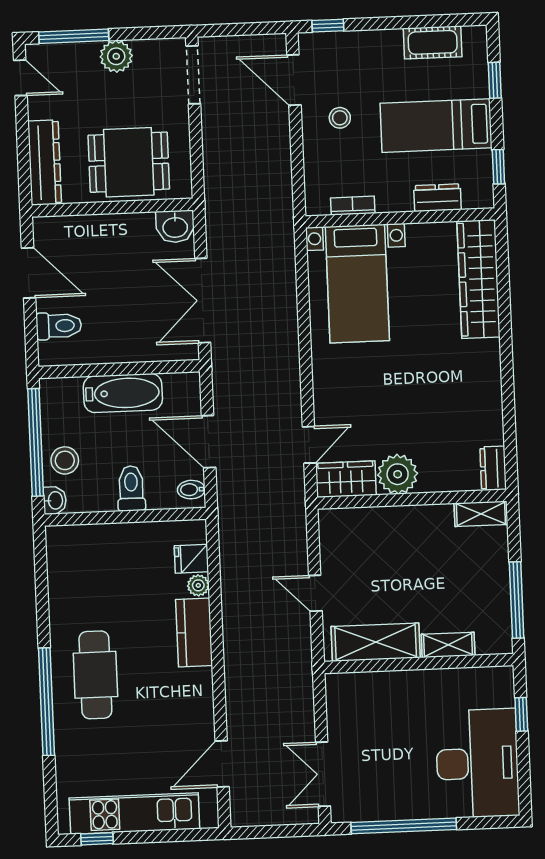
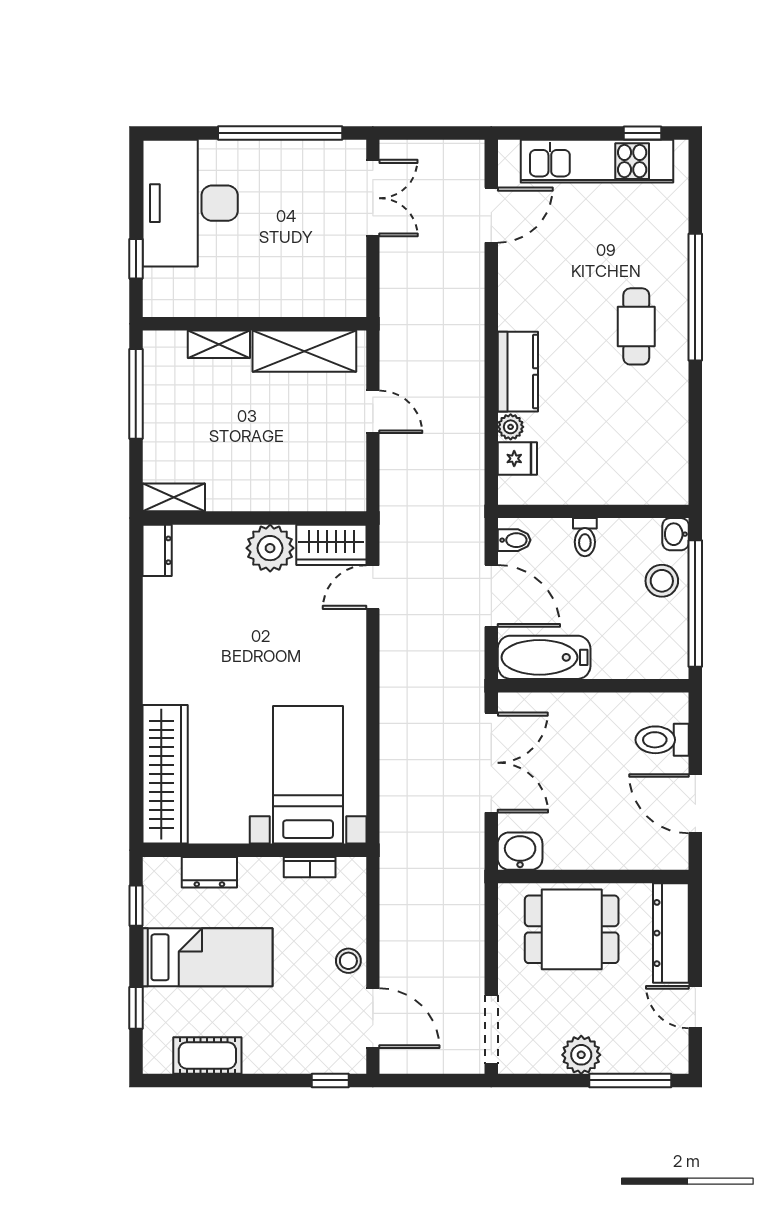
door: (20, 78) -> (695, 1007), moved
stool: (340, 118) -> (348, 961), moved
bathtub: (123, 393) -> (544, 657), moved
toilet: (131, 488) -> (585, 537), width x0.73, depth x0.72
cafe table: (95, 675) -> (636, 326), width x0.73, depth x0.74

